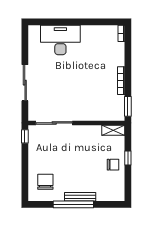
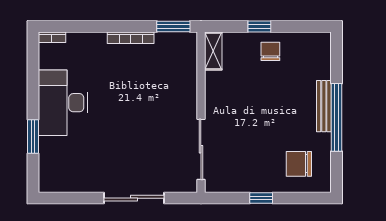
window: (62, 22) -> (33, 136), added
desk: (60, 40) -> (63, 103), moved
window: (25, 136) -> (261, 198), moved

